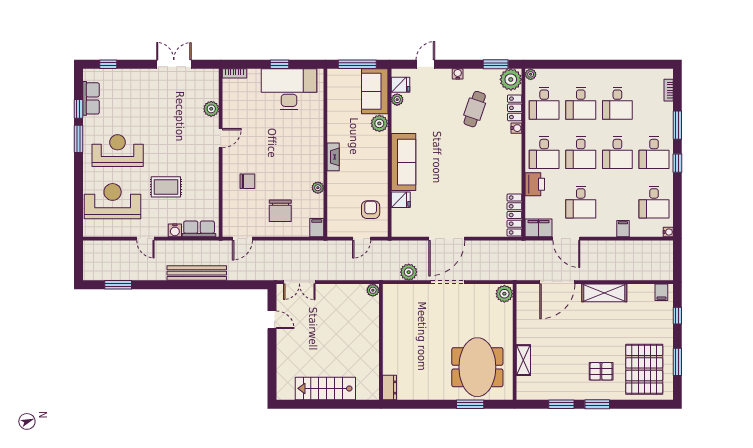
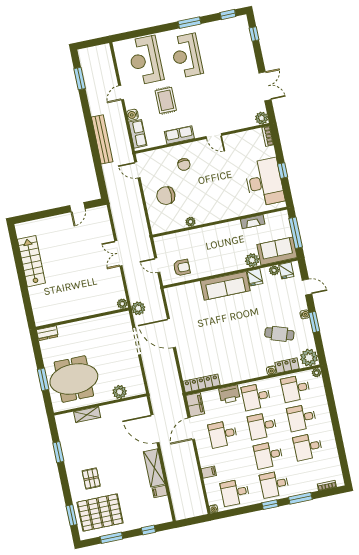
window: (496, 64) -> (314, 322), moved
row of seats: (91, 98) -> (179, 135), moved, turned 180
window: (78, 109) -> (228, 15), moved
plant: (211, 109) -> (262, 118), moved
reception desk: (118, 151) -> (187, 56), turned 180
fireplace: (333, 157) -> (253, 222), moved
fridge: (401, 200) -> (255, 277), moved
reception desk: (113, 201) -> (146, 60), turned 180
filing cabinet: (317, 228) -> (159, 228), removed
double door: (299, 282) -> (118, 253), moved
plant: (373, 290) -> (122, 304), moved
filing cabinet: (661, 292) -> (160, 492), moved
plant: (504, 294) -> (120, 392), moved
wall: (381, 342) -> (82, 319), moved
dresser: (389, 387) -> (47, 333), moved
window: (597, 404) -> (72, 515), moved

